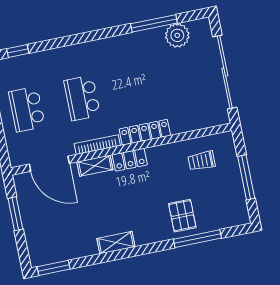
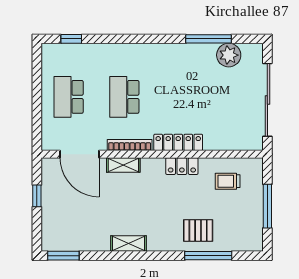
locker: (130, 160) -> (182, 166), moved
window: (15, 214) -> (37, 196), width x0.67
pallet: (182, 216) -> (198, 230), turned 90

